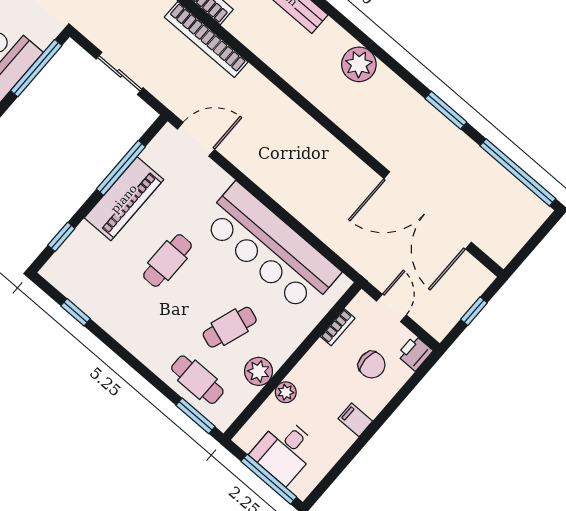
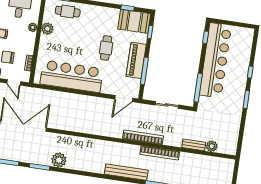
plant: (359, 64) -> (59, 160), moved
booth: (79, 278) -> (134, 21), added
cafe table: (230, 327) -> (68, 38), removed

